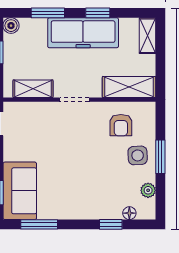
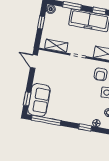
window: (39, 224) -> (46, 120), width x1.44

